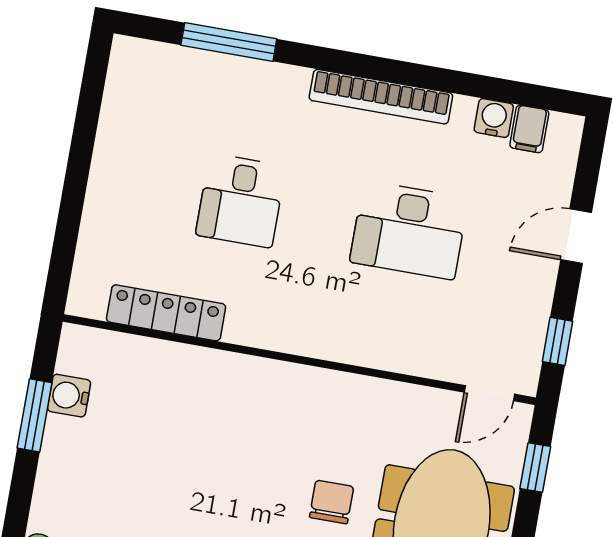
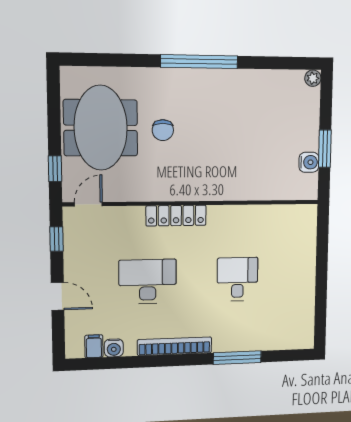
window: (229, 42) -> (237, 358), moved
door: (576, 236) -> (58, 296), hinge flipped
locker: (166, 313) -> (176, 216), moved

